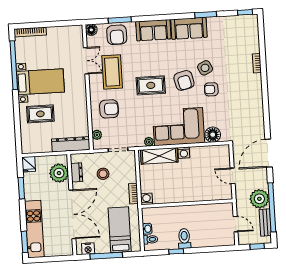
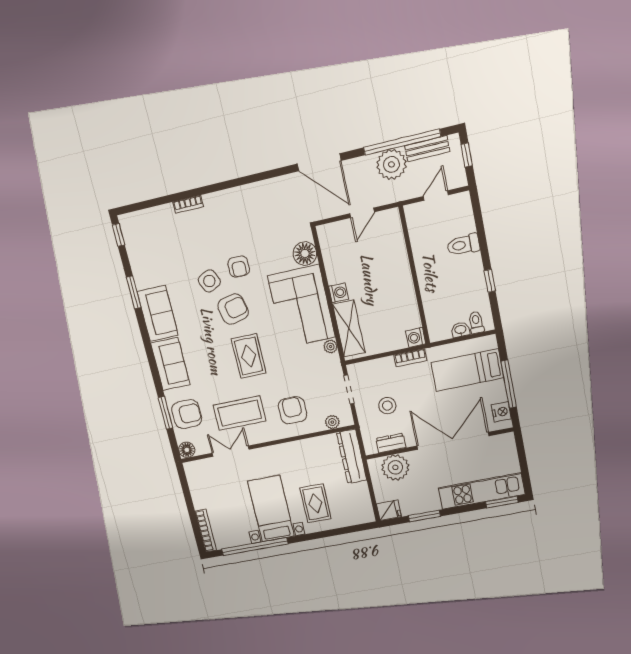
toilet: (184, 238) -> (463, 245), moved

